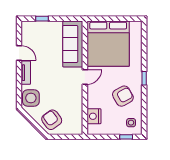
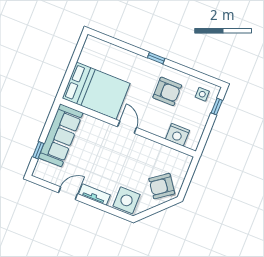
sofa: (73, 44) -> (61, 135), moved, turned -90
bed: (108, 44) -> (96, 91), width x0.73
armchair: (123, 96) -> (167, 91), turned 119

